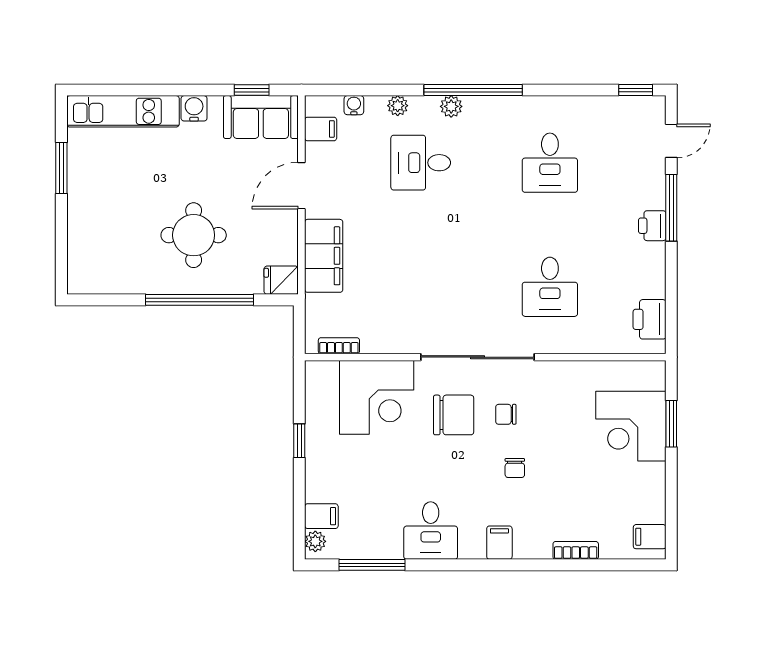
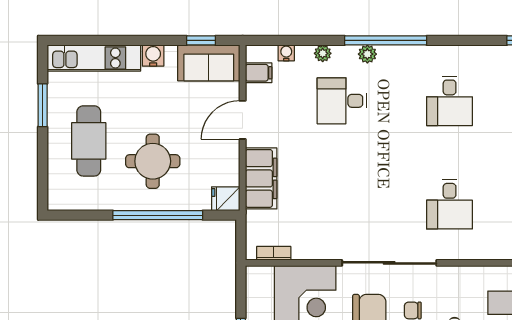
cafe table: (117, 211) -> (89, 141), added

